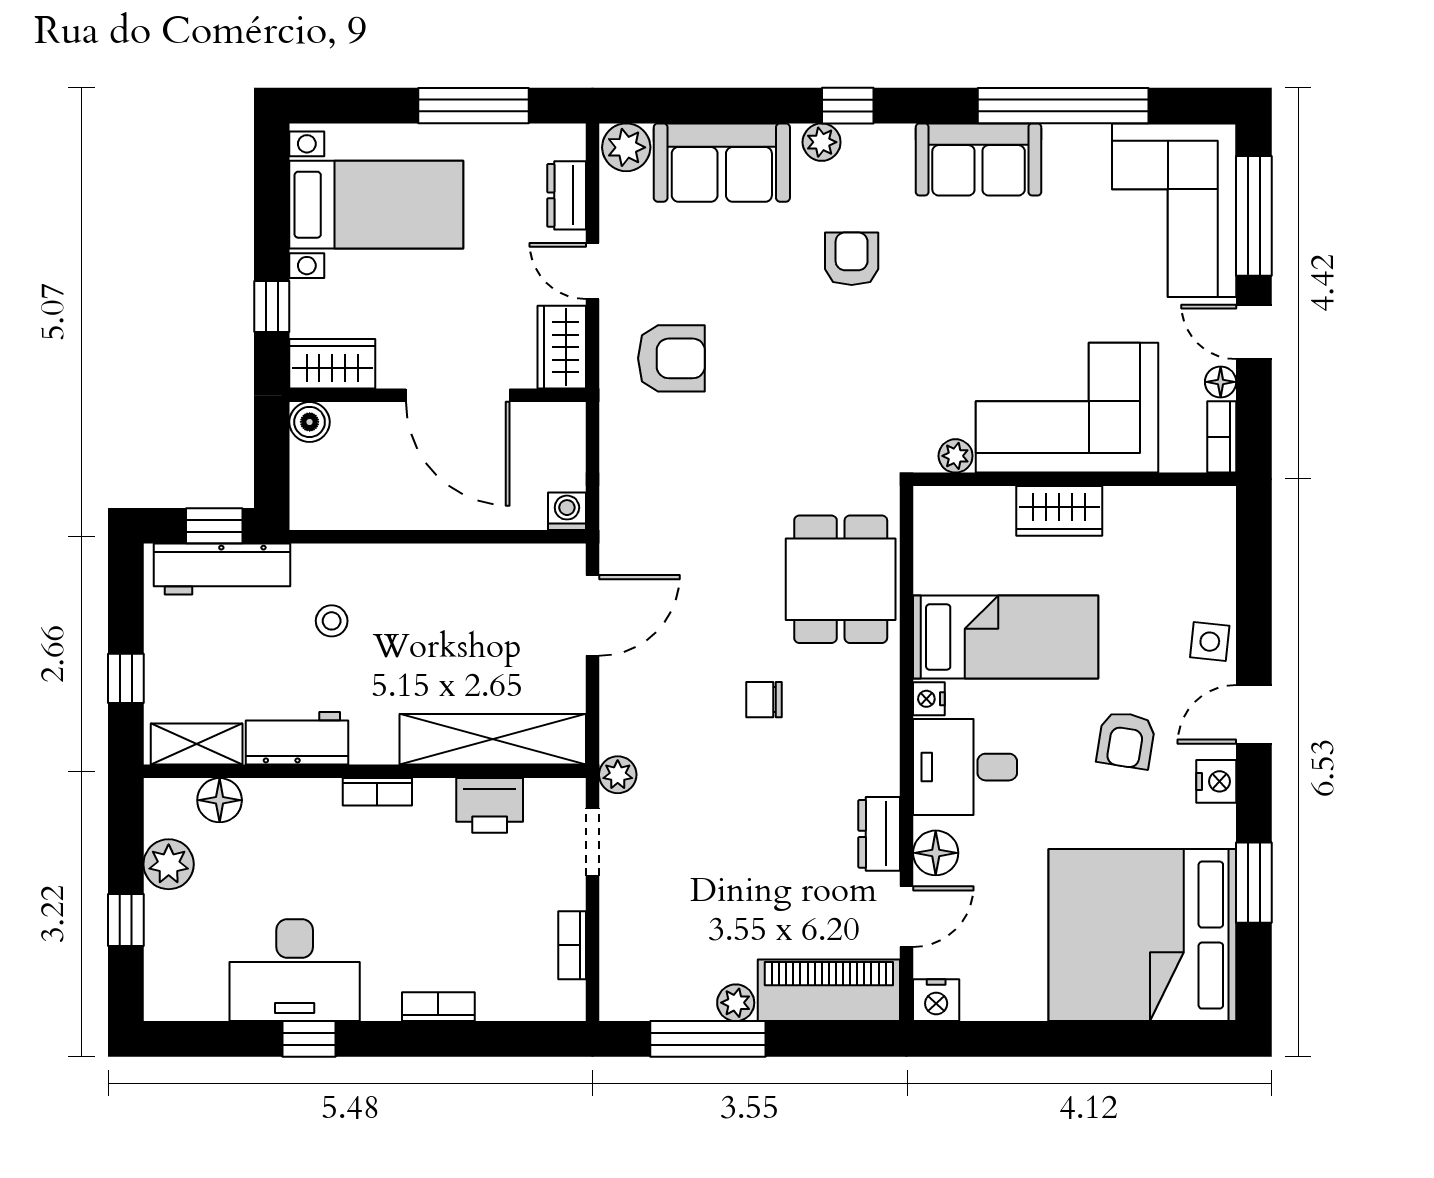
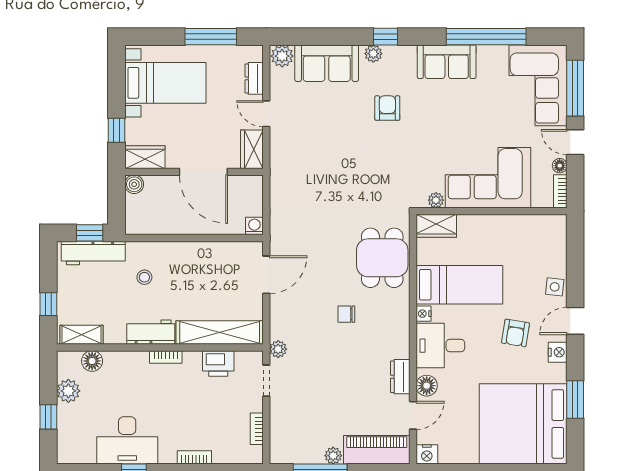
armchair: (671, 358) -> (303, 155), removed
wardrobe: (1059, 511) -> (436, 226), moved
workbench: (297, 738) -> (151, 332), moved

